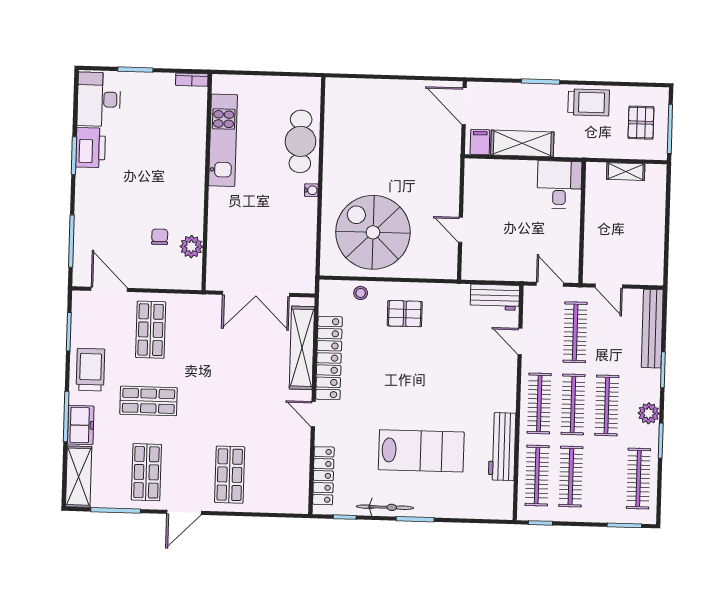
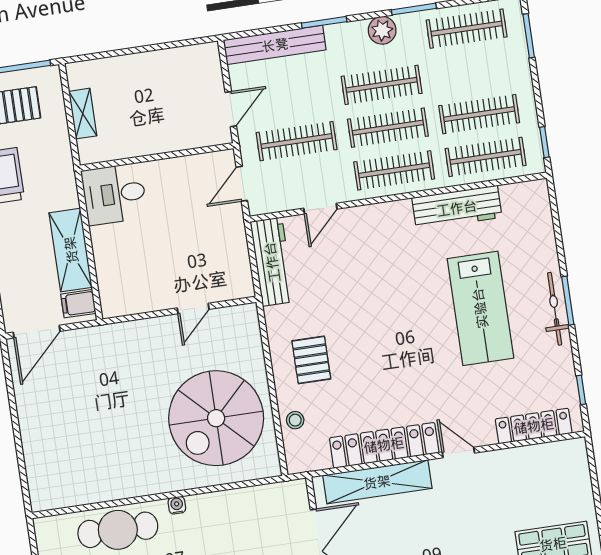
workbench: (495, 297) -> (272, 262), width x1.37
door: (313, 414) -> (458, 453), swing flipped
lab bench: (421, 451) -> (480, 308), turned 180
bicycle: (385, 507) -> (555, 309), moved

